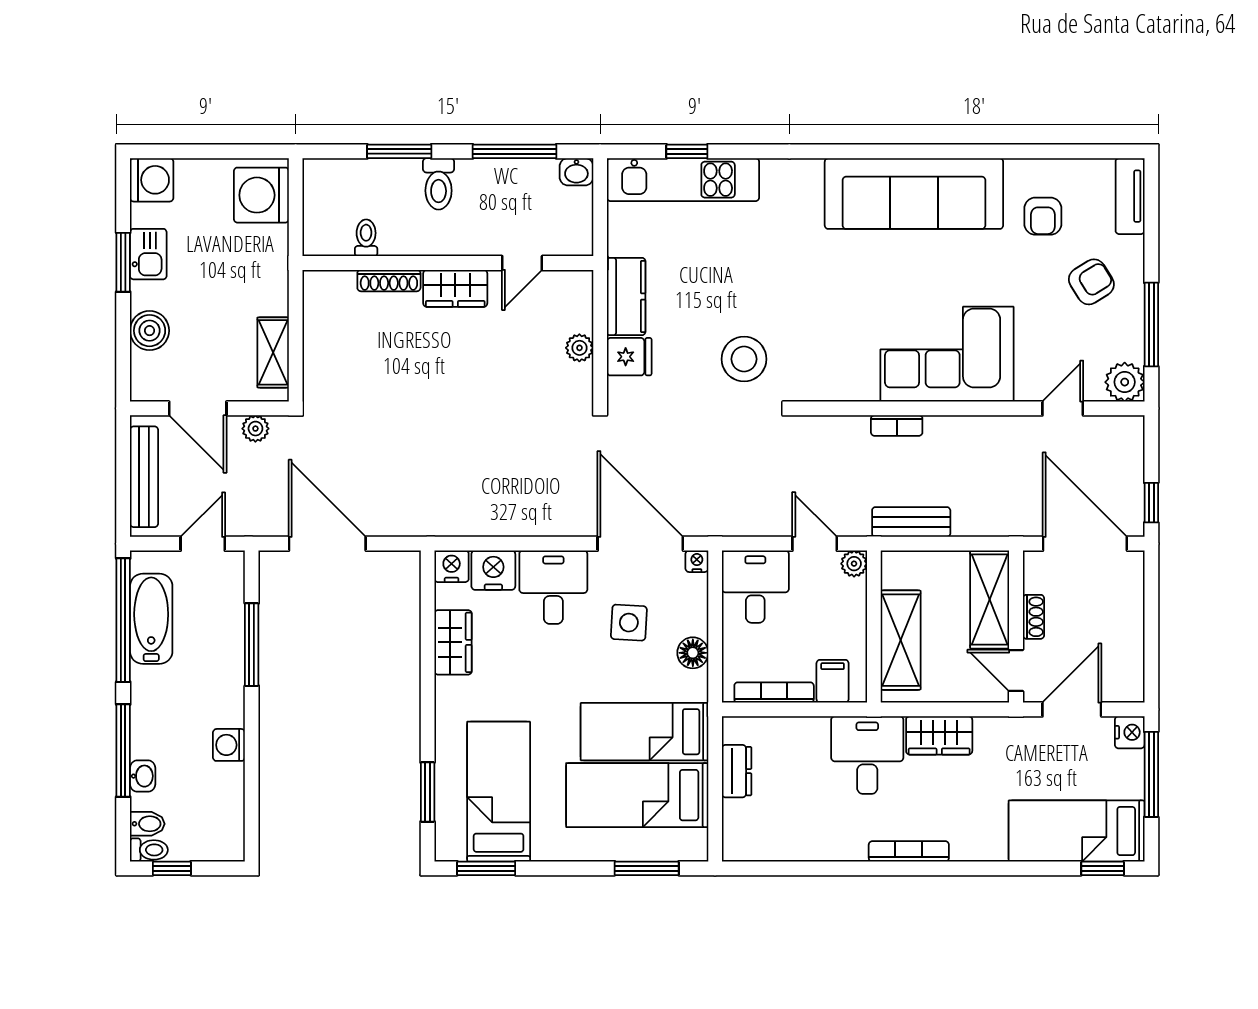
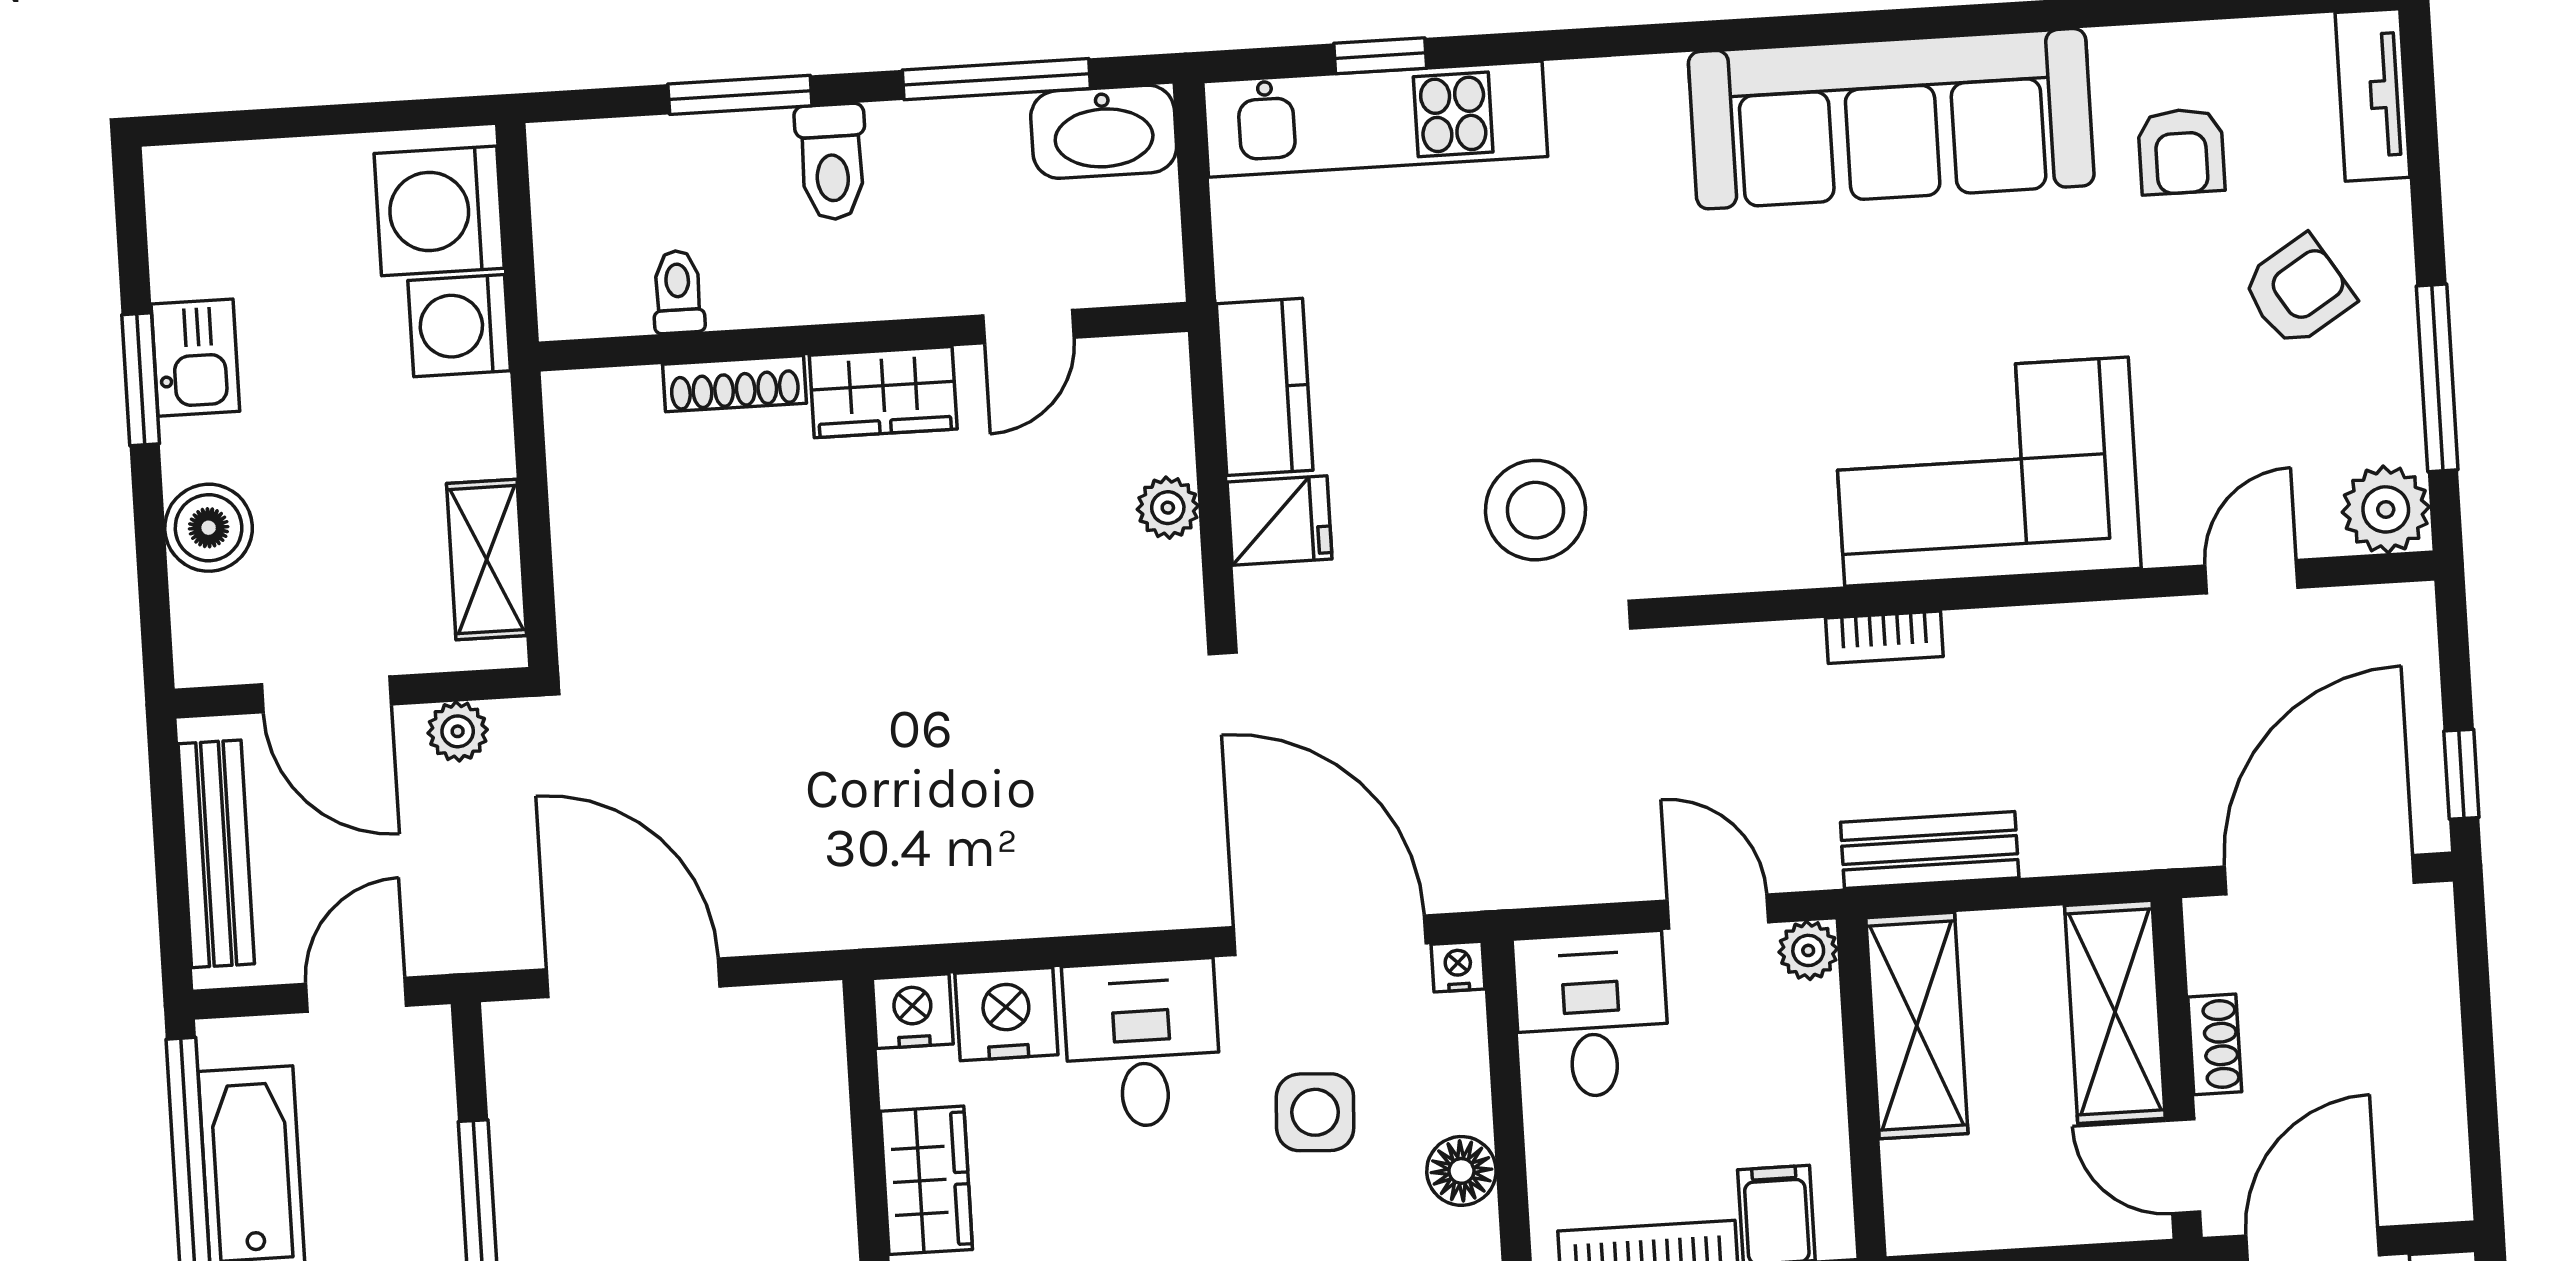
washbasin: (576, 172) -> (1104, 132), width x1.91, depth x1.45
washing machine: (152, 180) -> (459, 326), moved, turned 180
door: (1085, 544) -> (2319, 875), hinge flipped
shelving: (901, 640) -> (1917, 1026), moved

